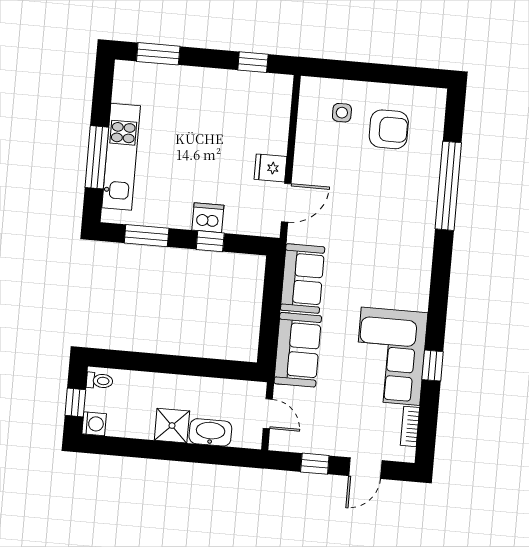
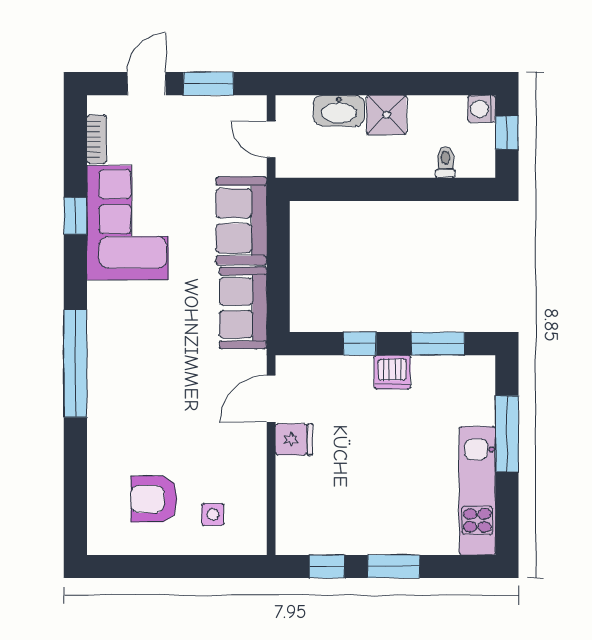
window: (158, 54) -> (394, 567), moved
kitchen unit: (121, 157) -> (477, 491), moved
window: (448, 186) -> (75, 363), moved
dishwasher: (208, 218) -> (392, 372), moved
toilet: (100, 381) -> (446, 162), moved, turned 90
window: (315, 464) -> (208, 84), width x1.50

